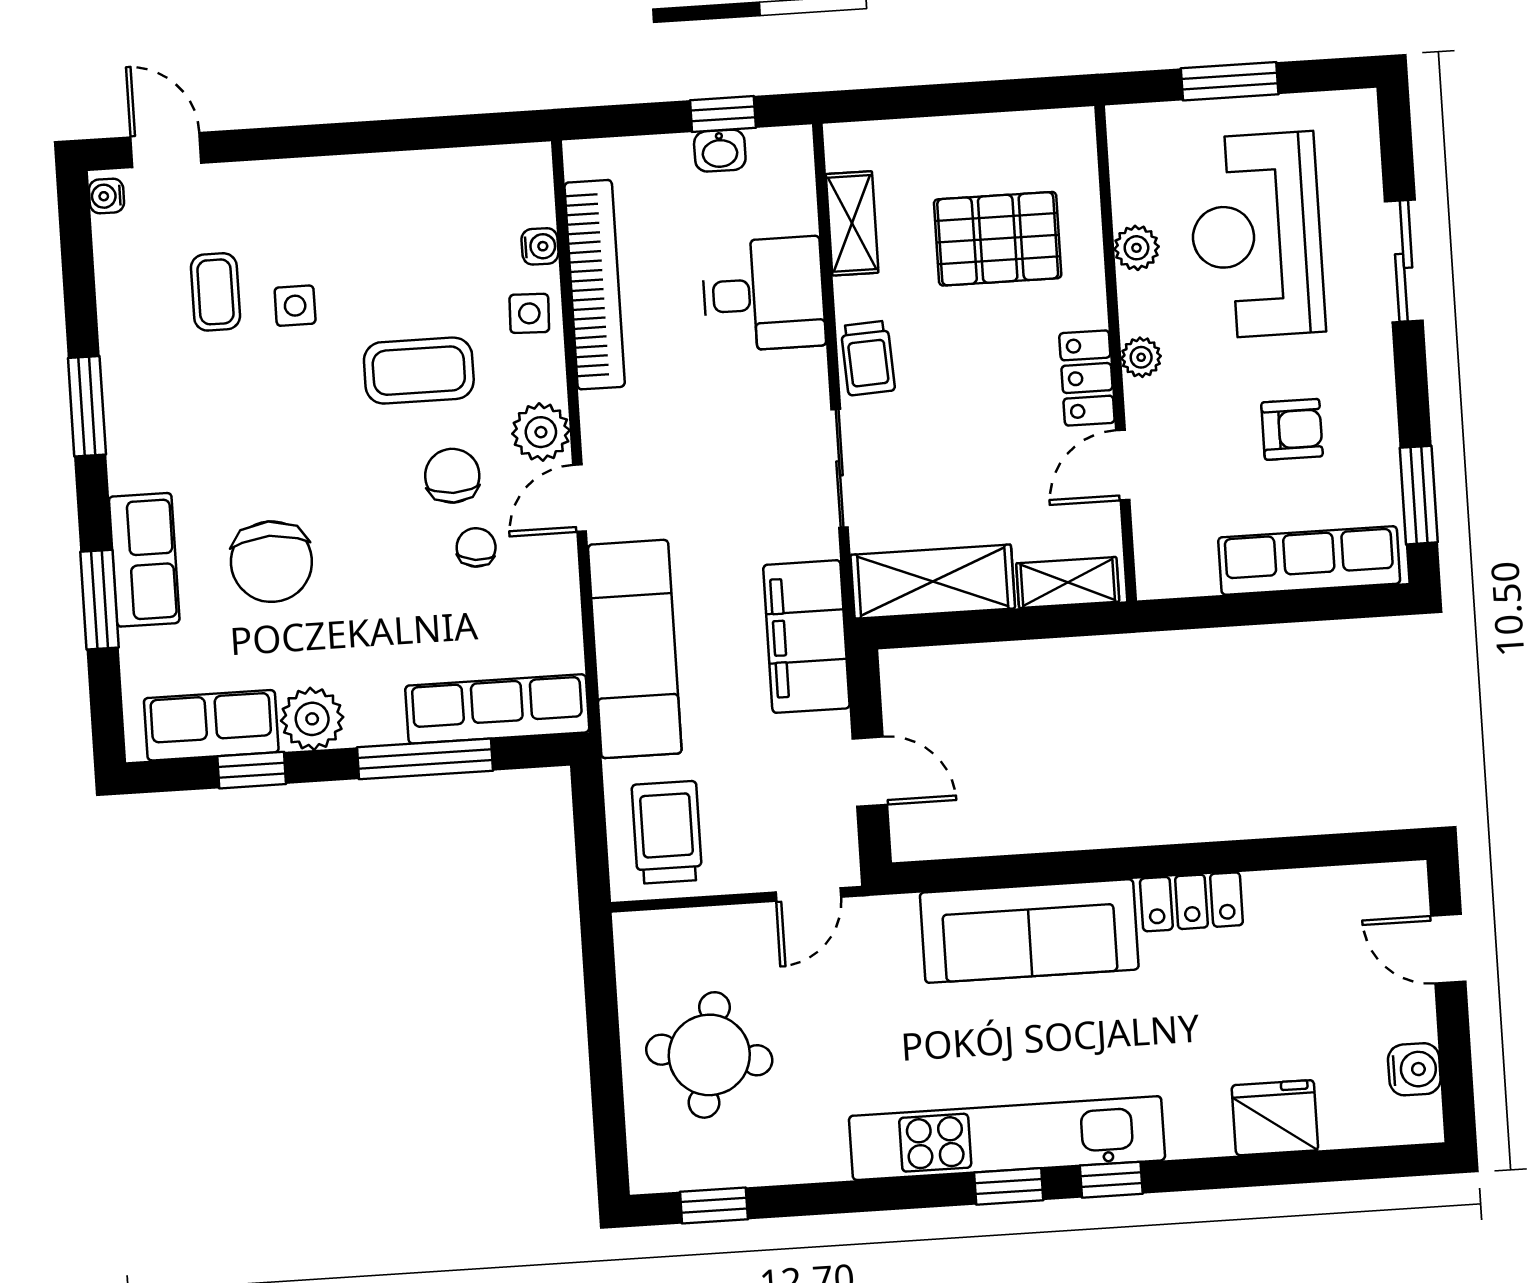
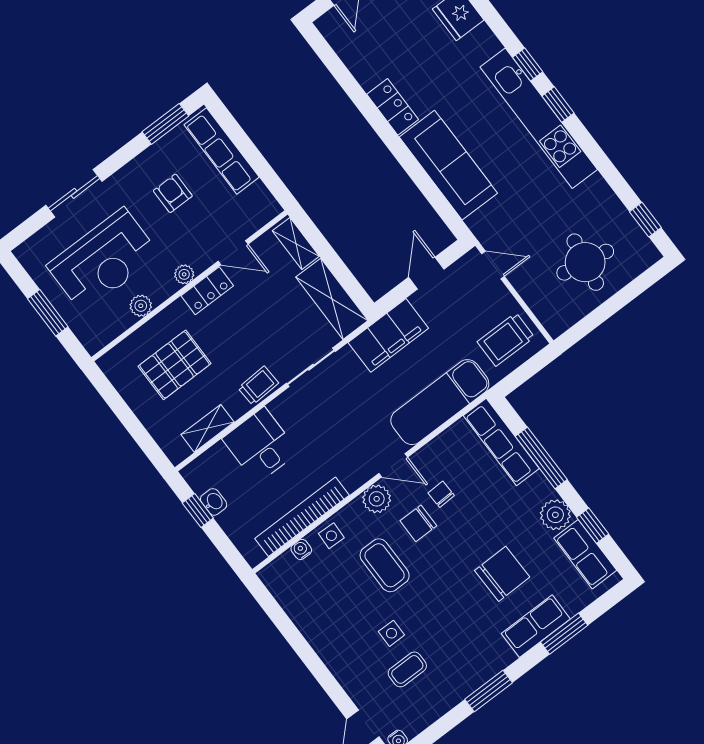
pallet: (998, 239) -> (175, 365), turned 90
chair: (476, 547) -> (441, 494), turned 81

